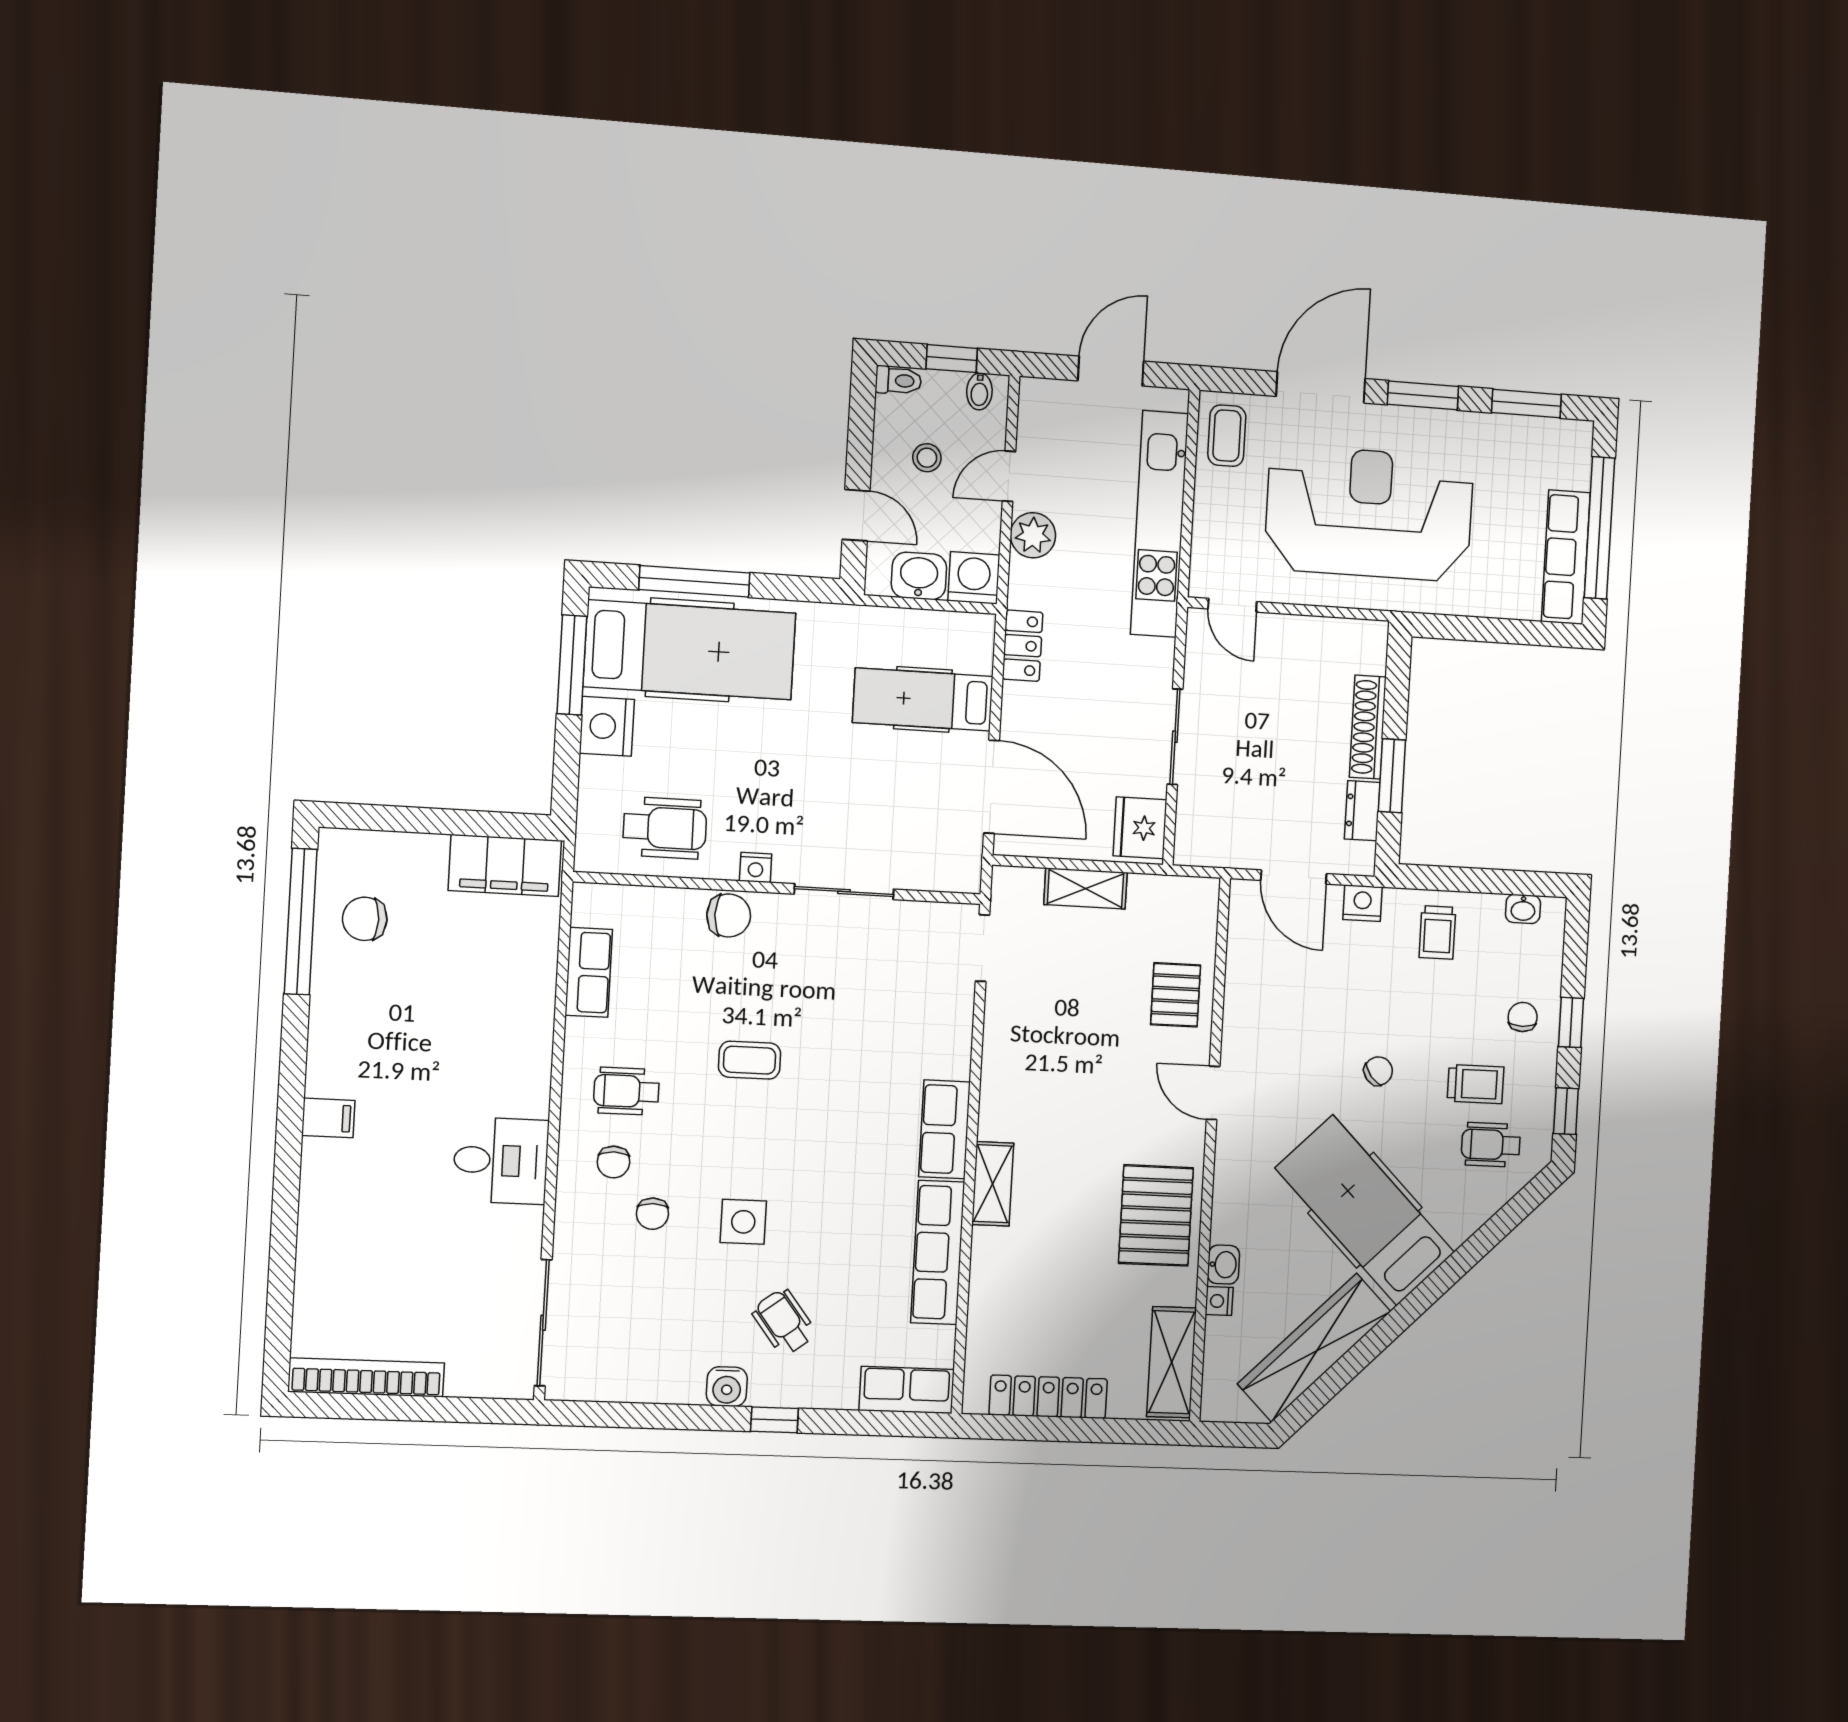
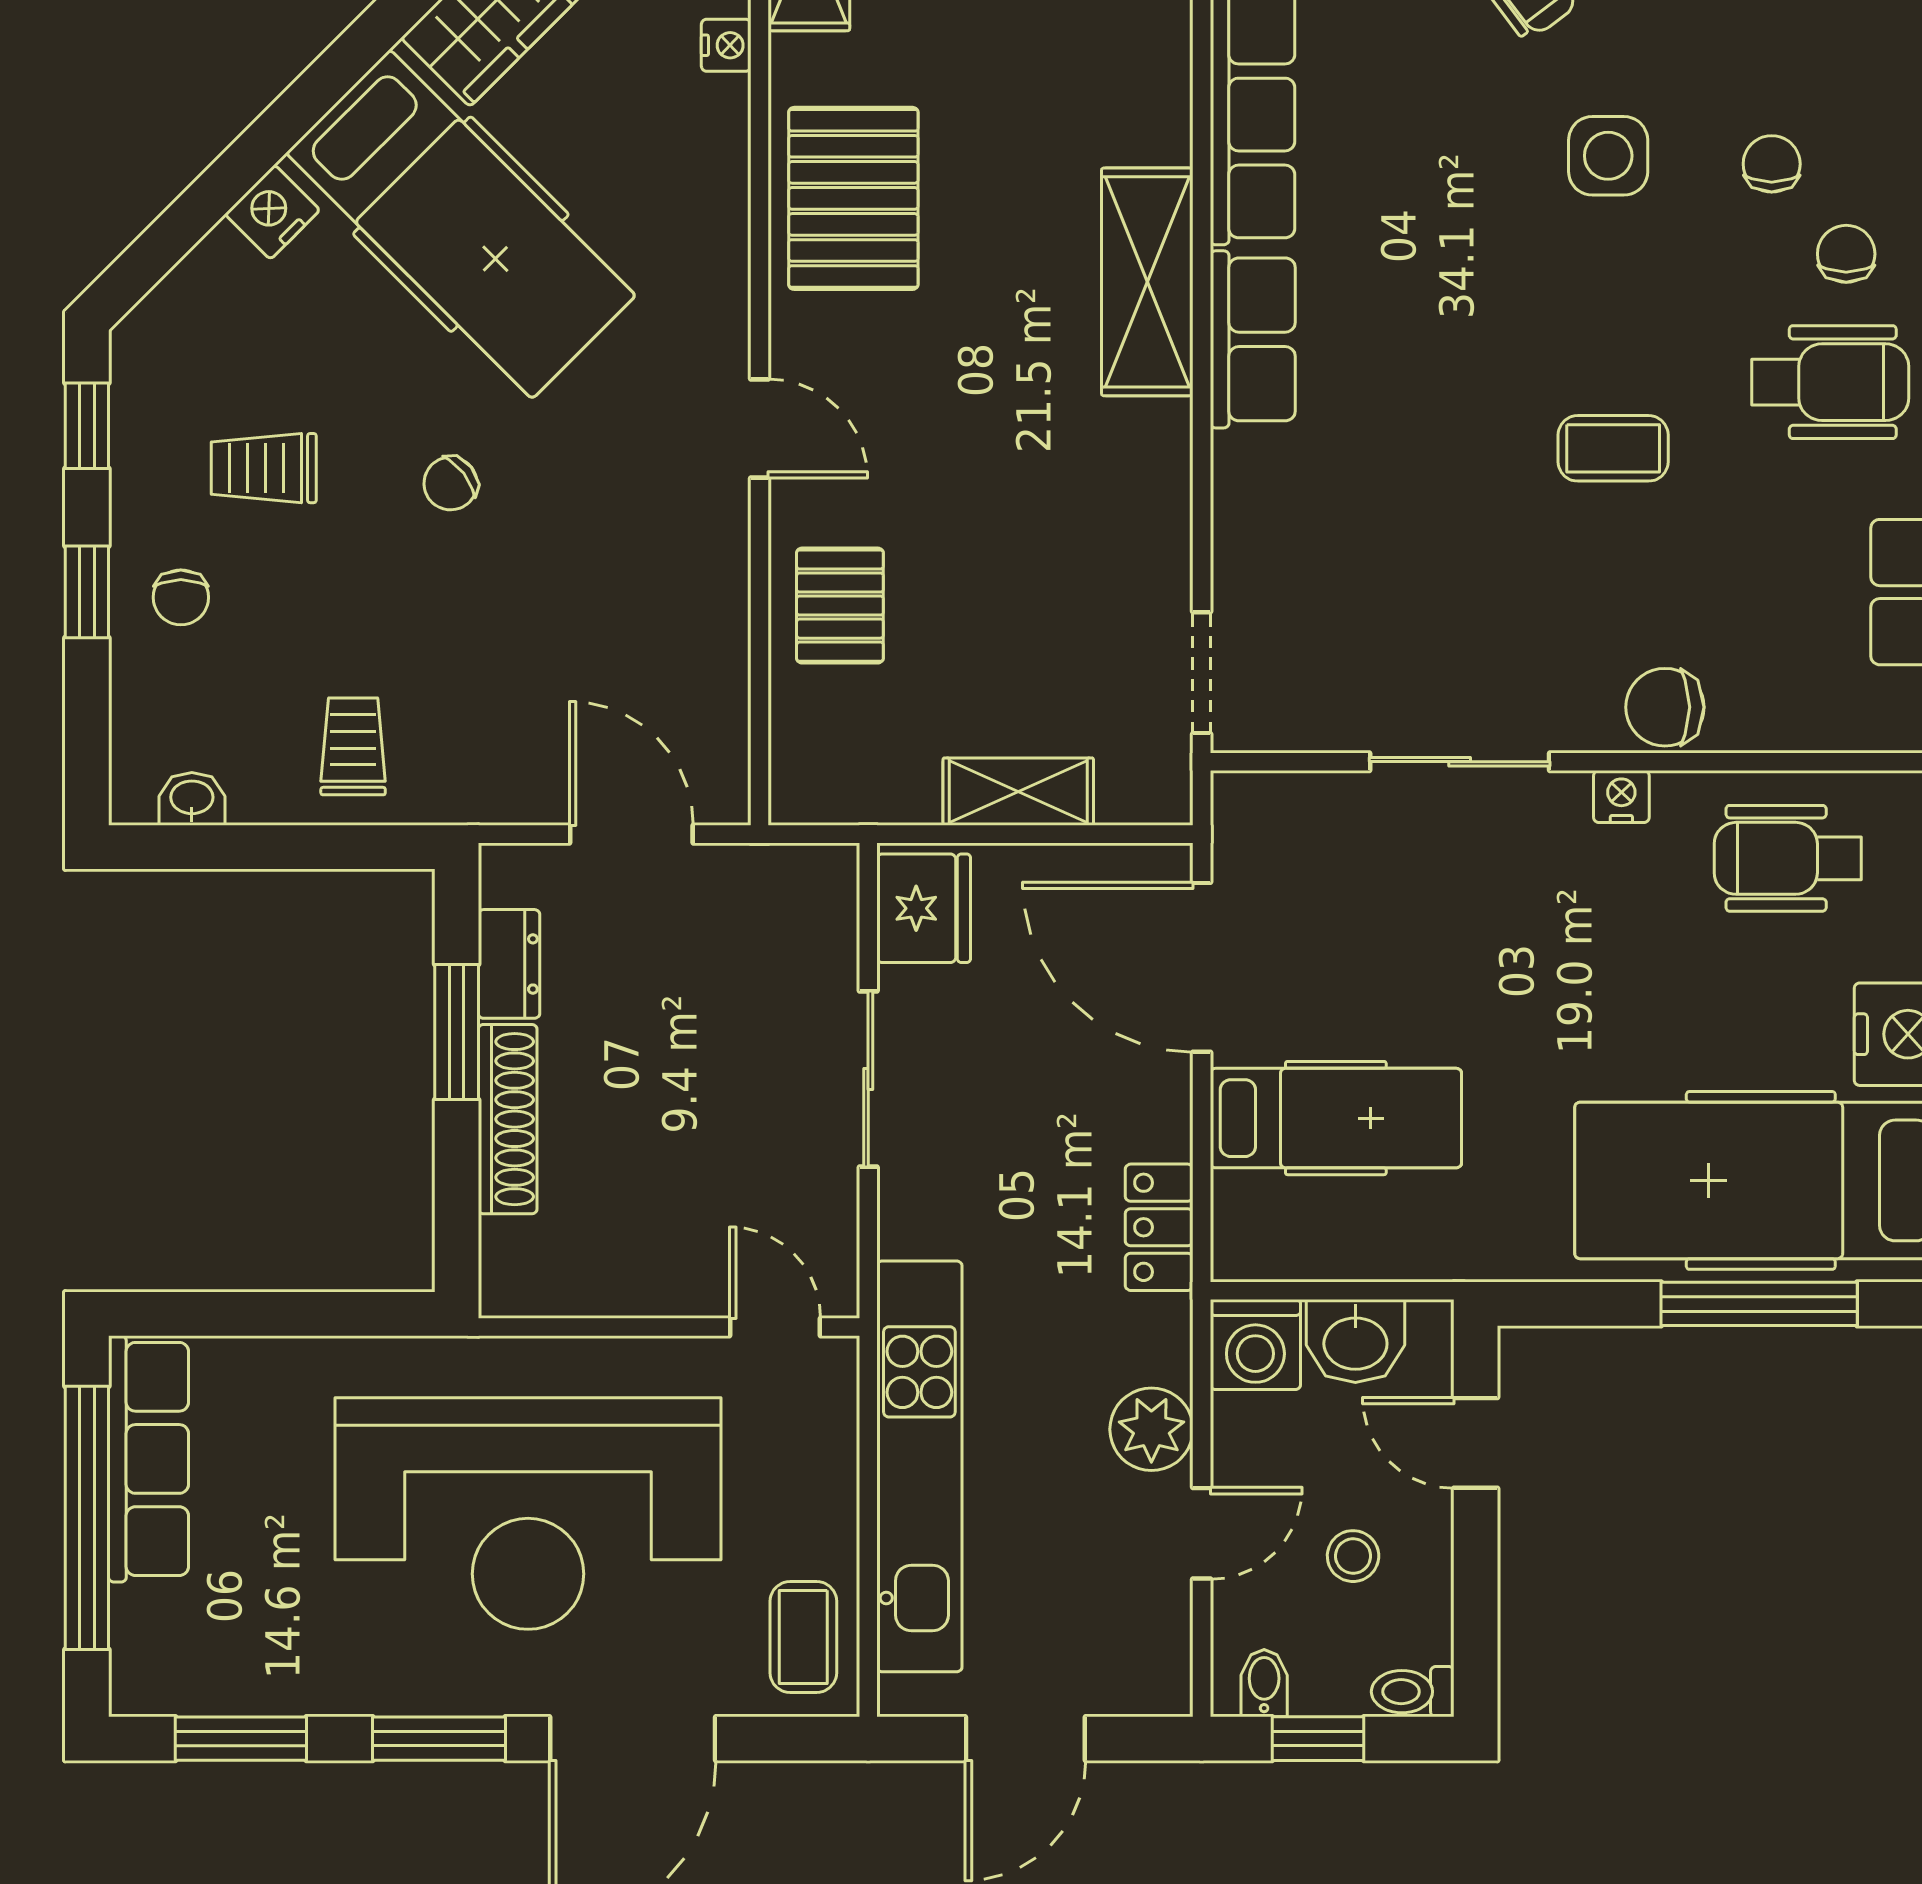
nightstand: (1362, 903) -> (272, 212), moved, turned 135
wheelchair: (626, 1091) -> (1830, 382), width x1.36, depth x1.37
wheelchair: (1491, 1145) -> (228, 356), removed
shelving: (993, 1184) -> (1147, 282), width x1.50, depth x1.33
washbasin: (1223, 1265) -> (722, 113), removed

